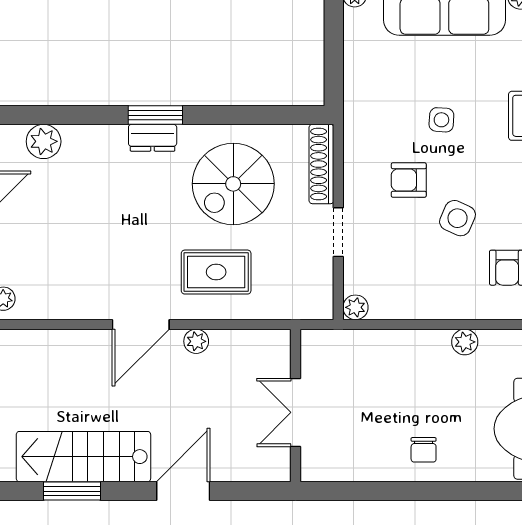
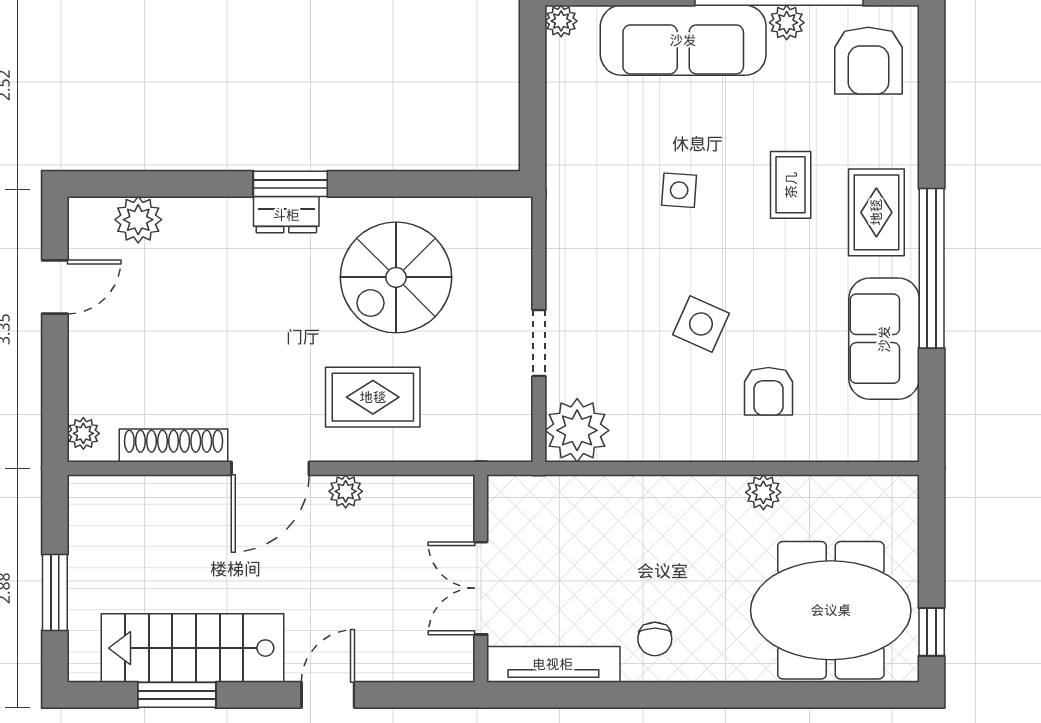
shoe rack: (321, 164) -> (174, 446), moved, turned 90
armchair: (409, 180) -> (635, 272), removed
plant: (355, 307) -> (577, 430), width x1.87, depth x1.87
plant: (465, 342) -> (763, 492), moved
tv unit: (349, 469) -> (553, 664), added
door: (183, 491) -> (328, 695), width x0.73

